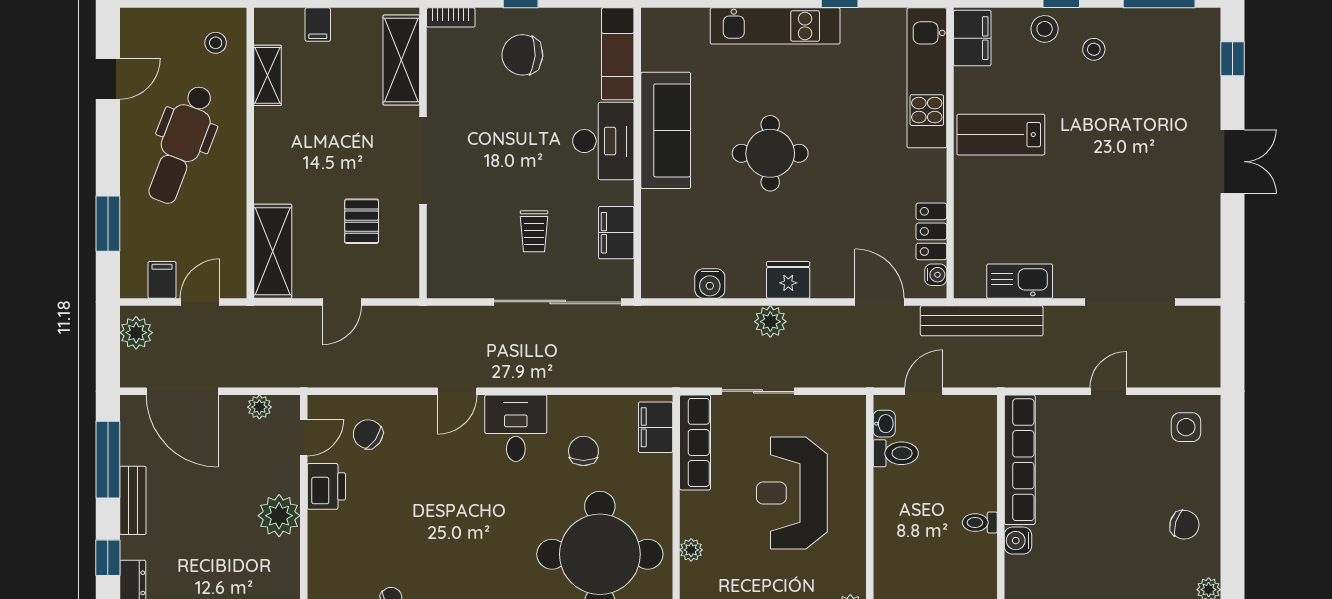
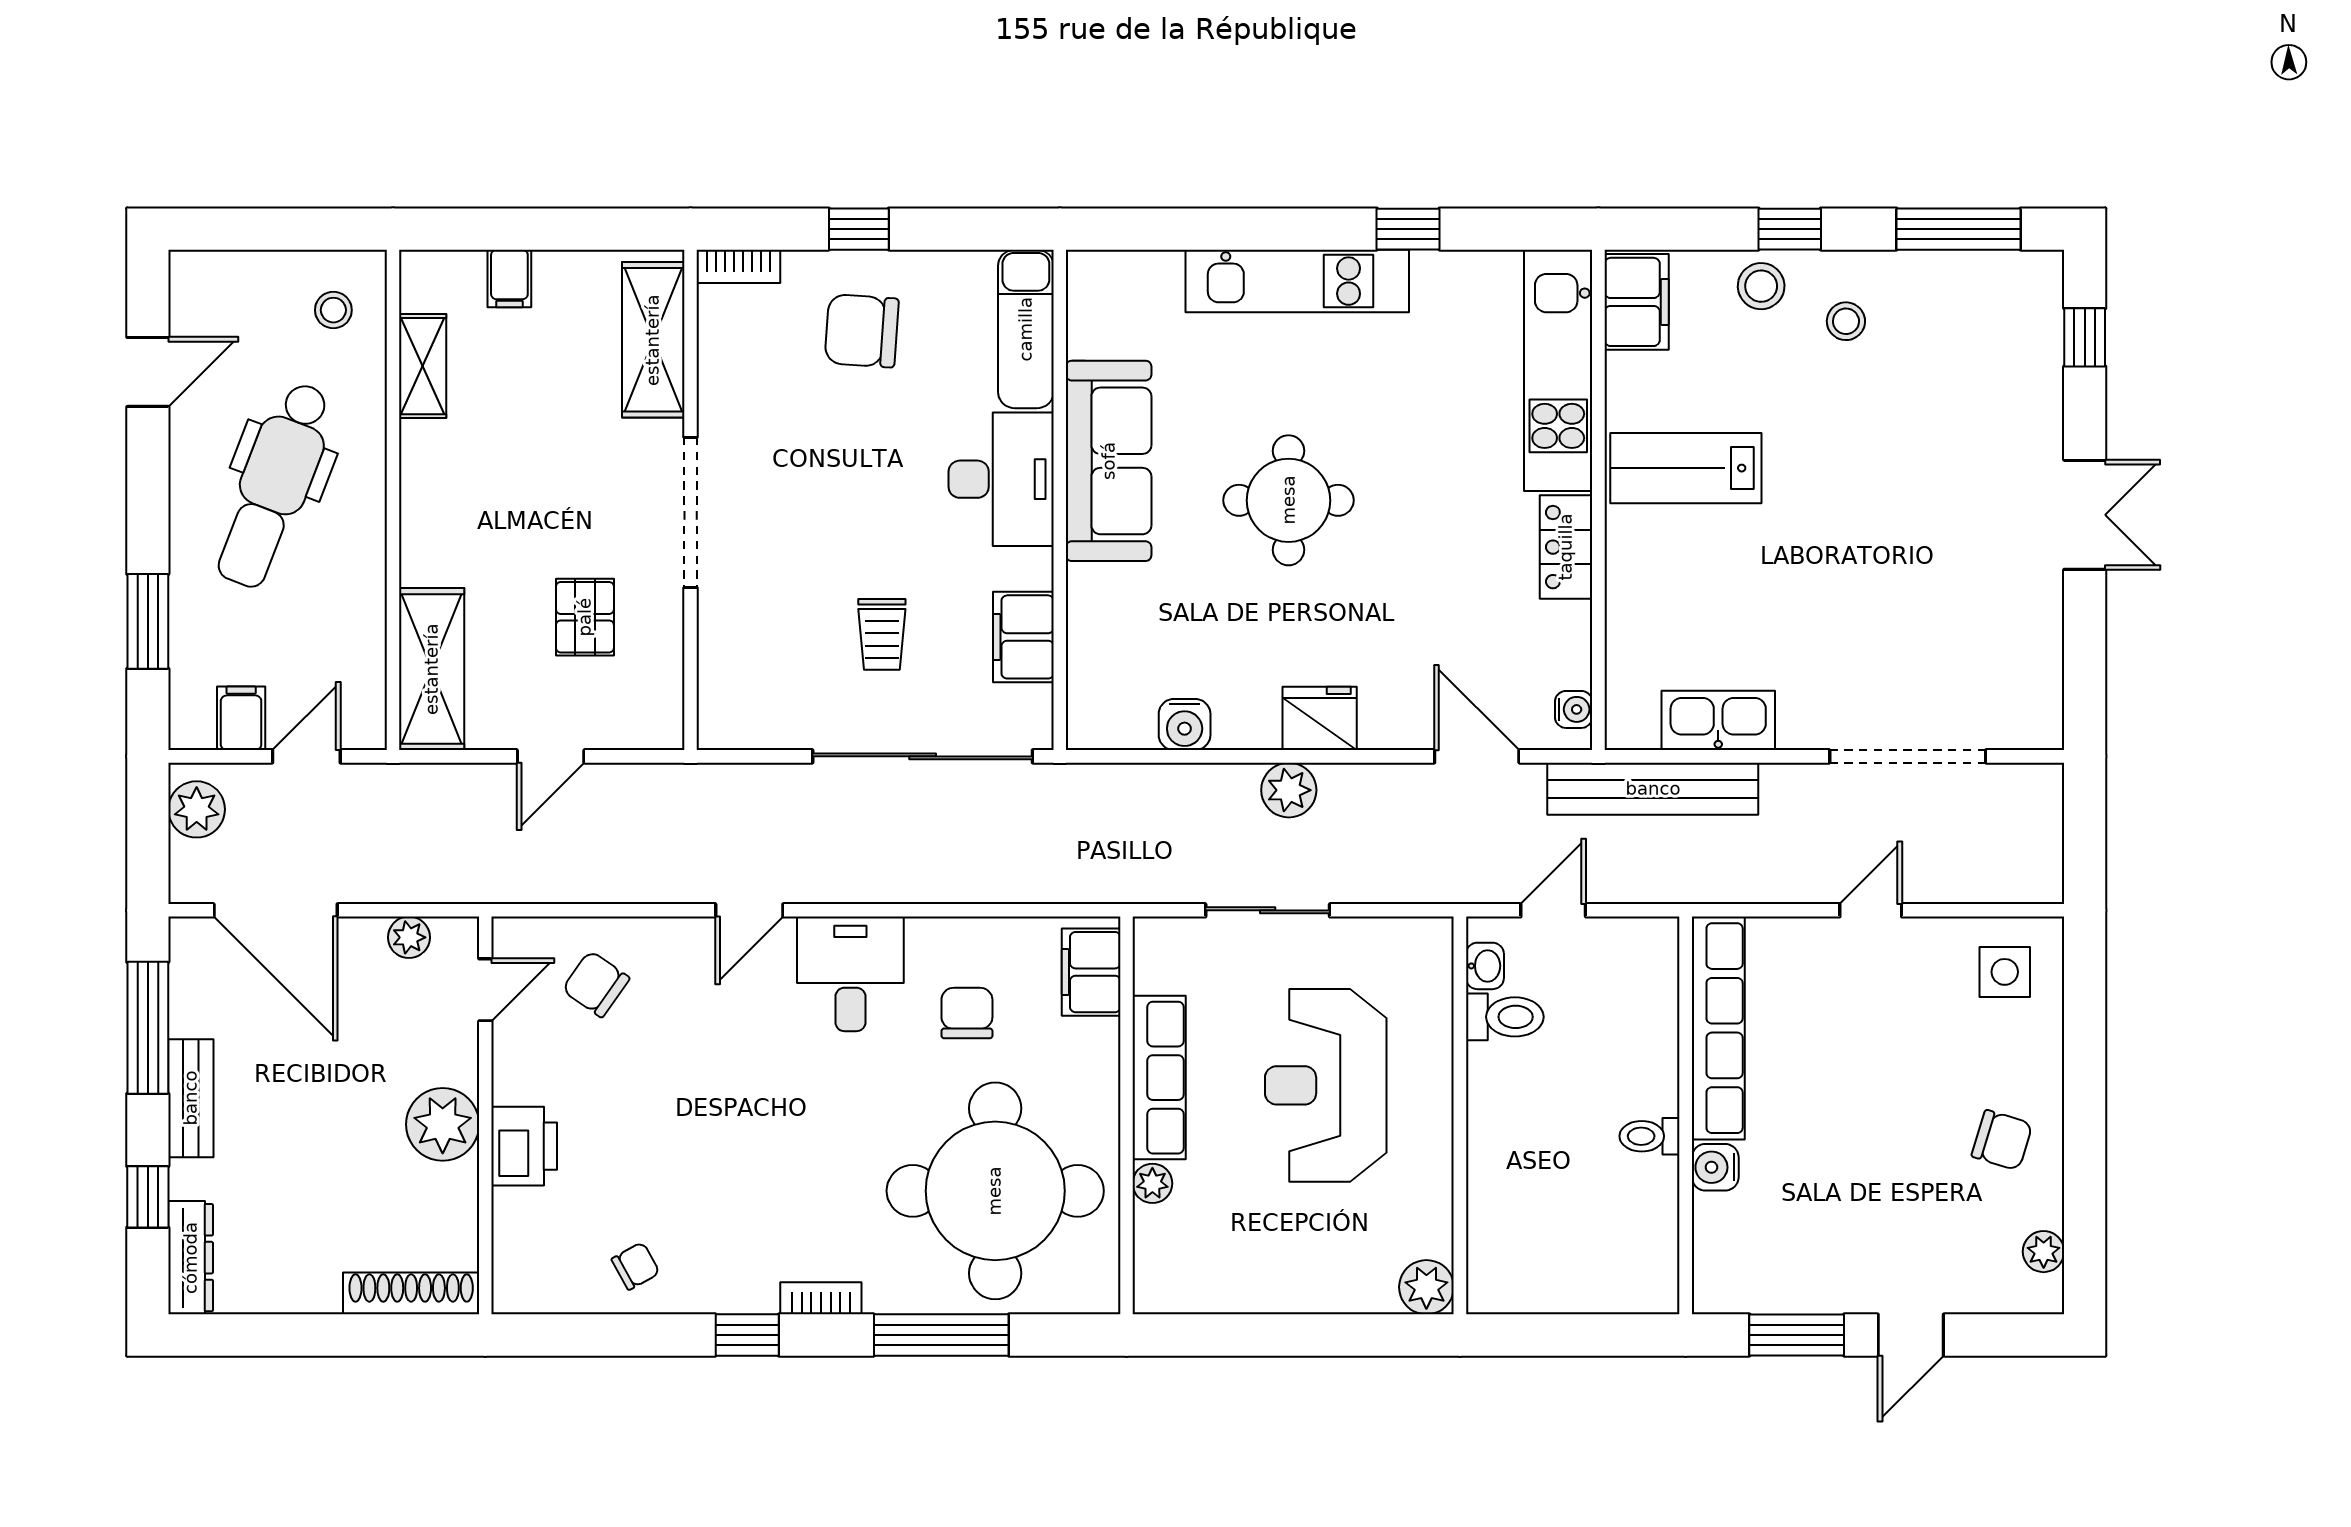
locker: (931, 231) -> (1566, 547), moved
row of seats: (695, 442) -> (1159, 1078), moved
printer: (326, 486) -> (524, 1146), moved

